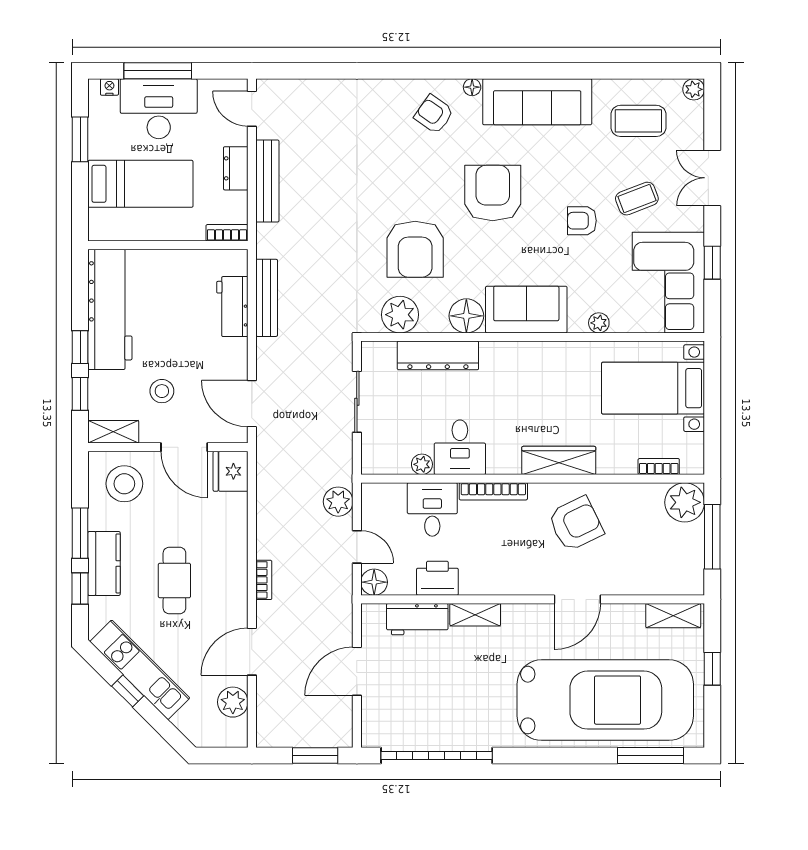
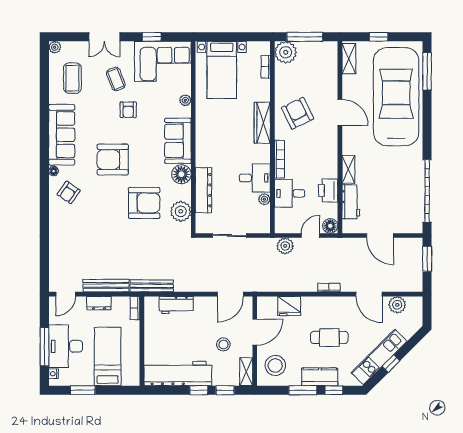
bench: (267, 298) -> (152, 286), moved
fridge: (231, 471) -> (289, 306), moved

